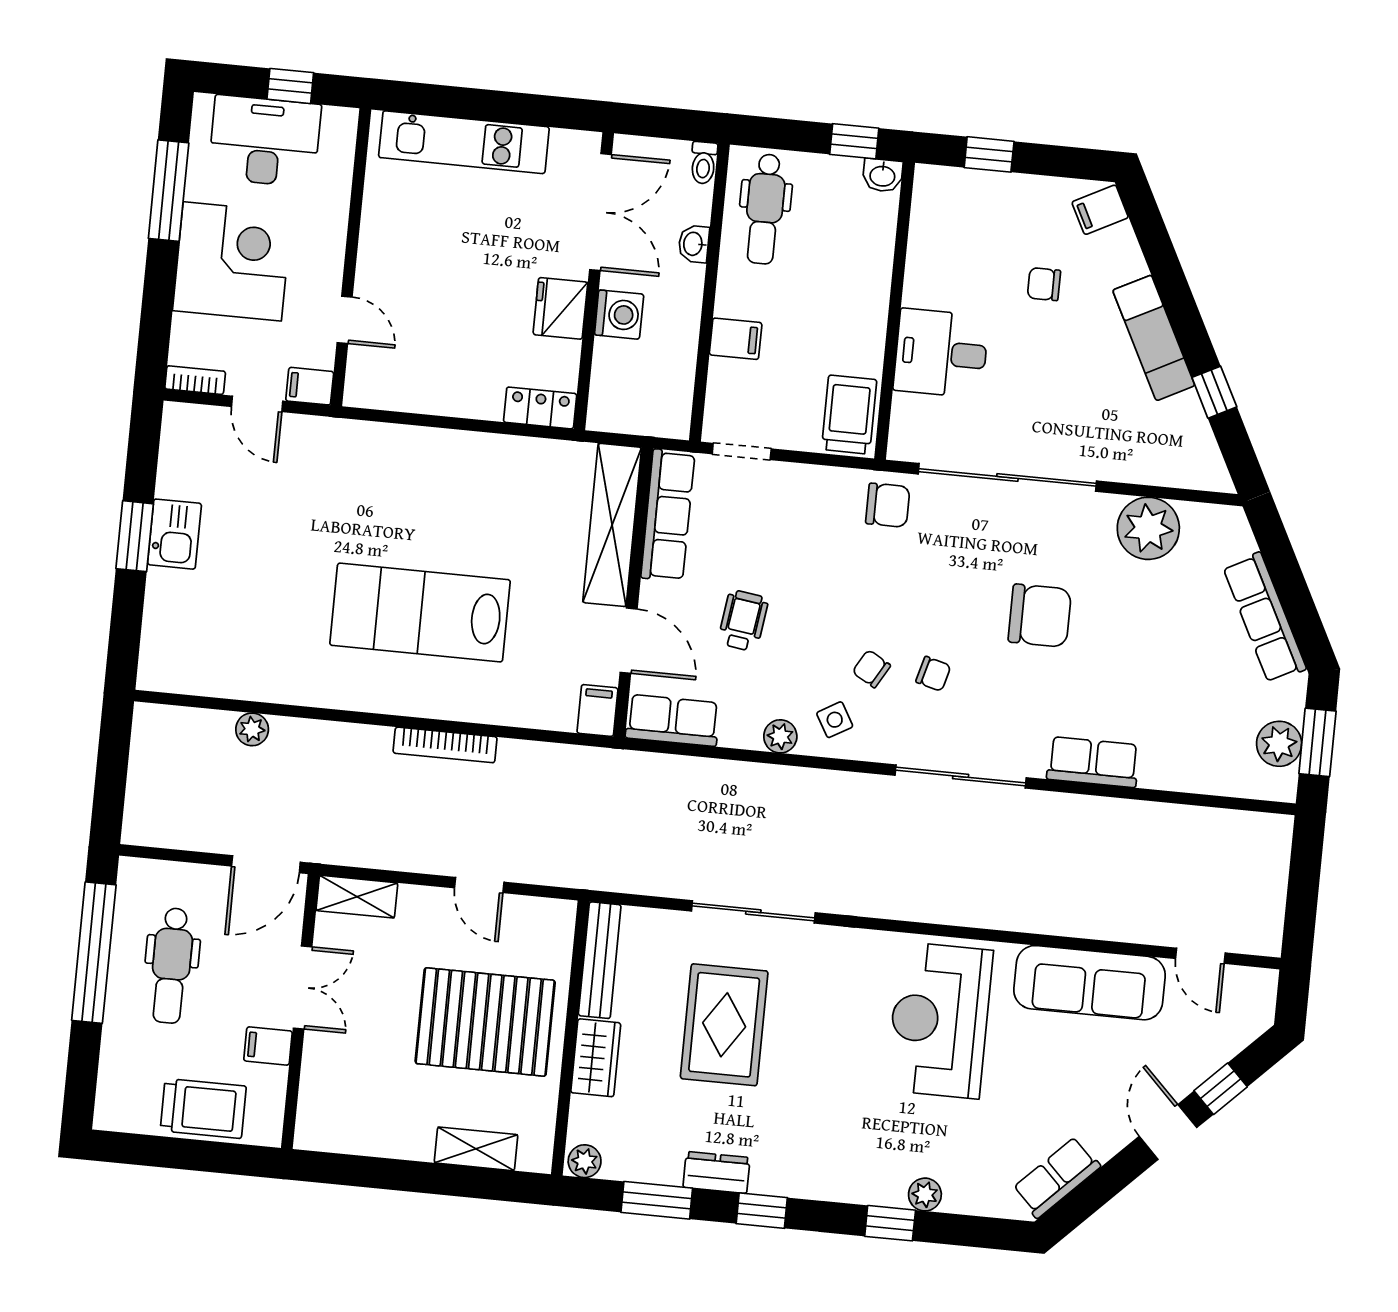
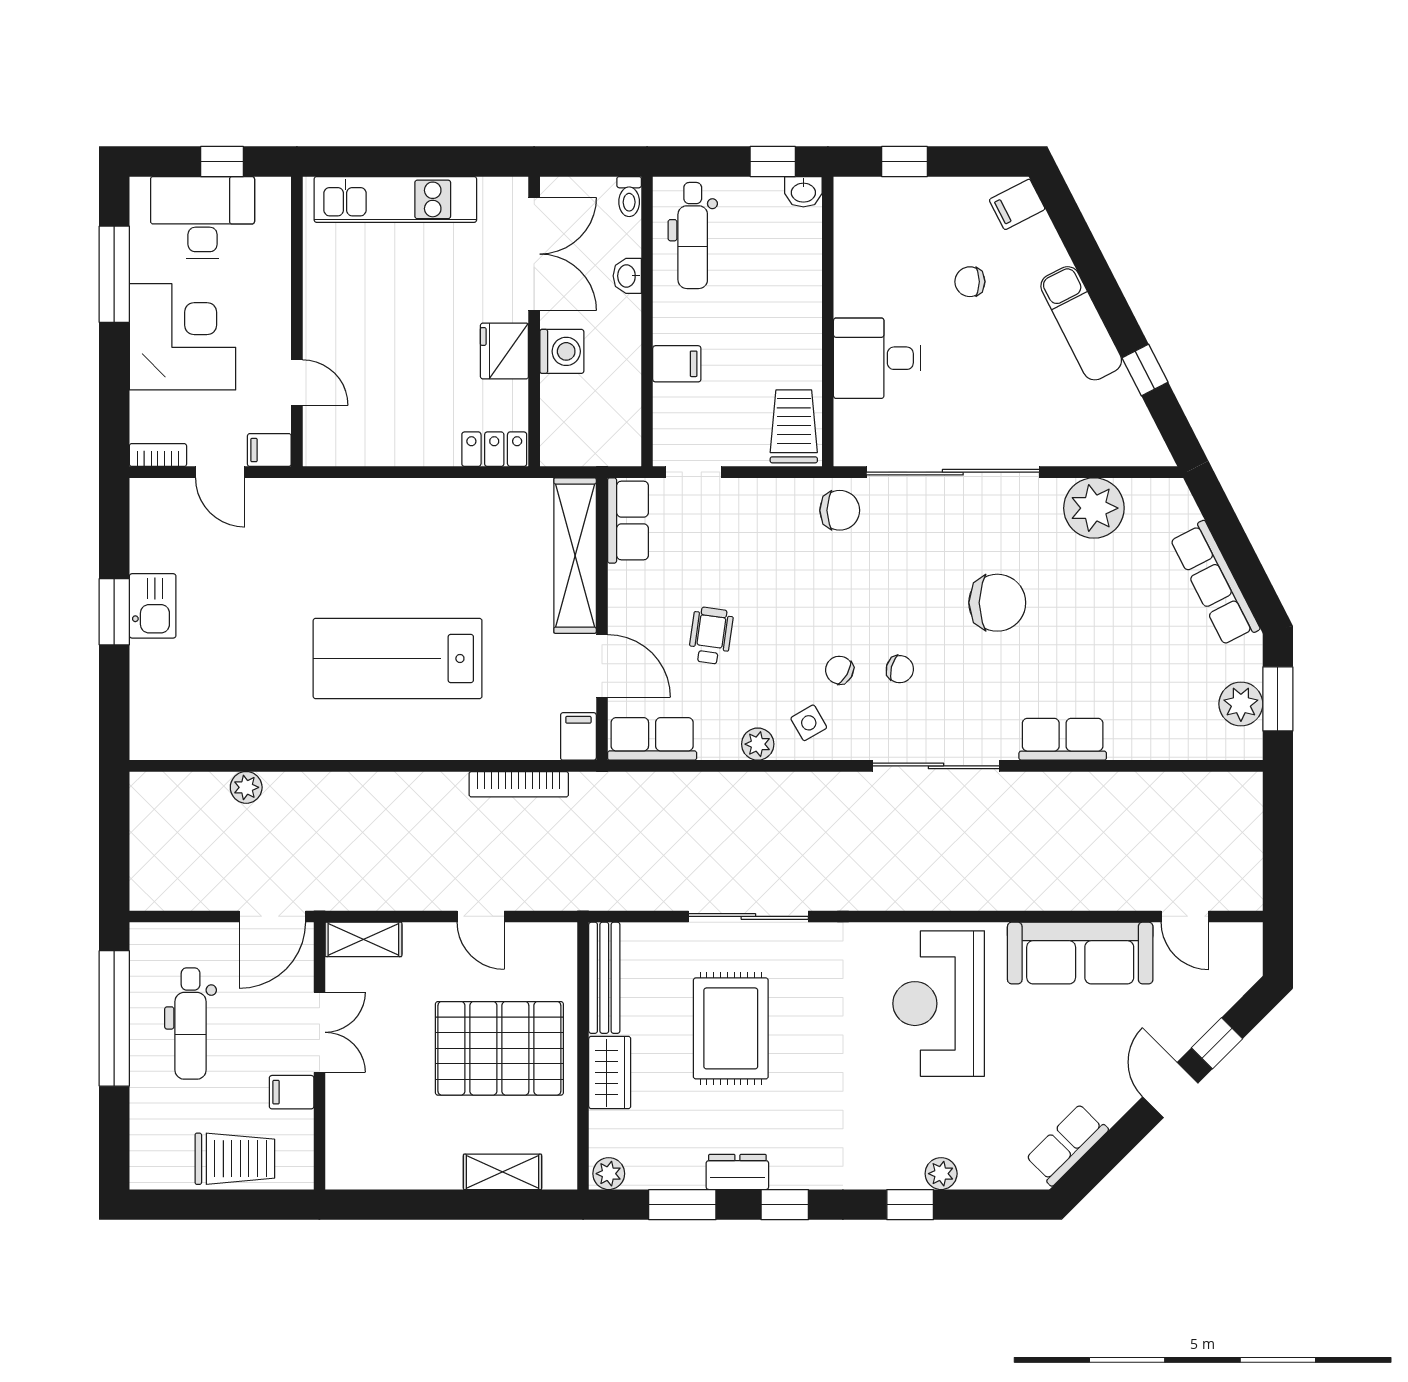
row of seats: (668, 515) -> (628, 521), width x0.68
bookcase: (445, 745) -> (519, 784), moved

